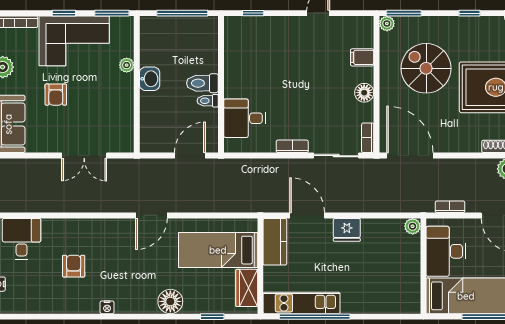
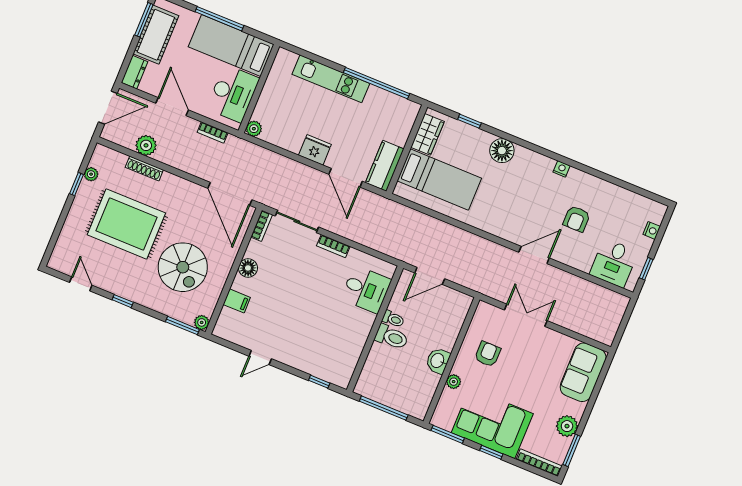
armchair: (56, 95) -> (488, 354), moved
door: (151, 215) -> (534, 255), moved
kitchen unit: (302, 303) -> (331, 79), moved

